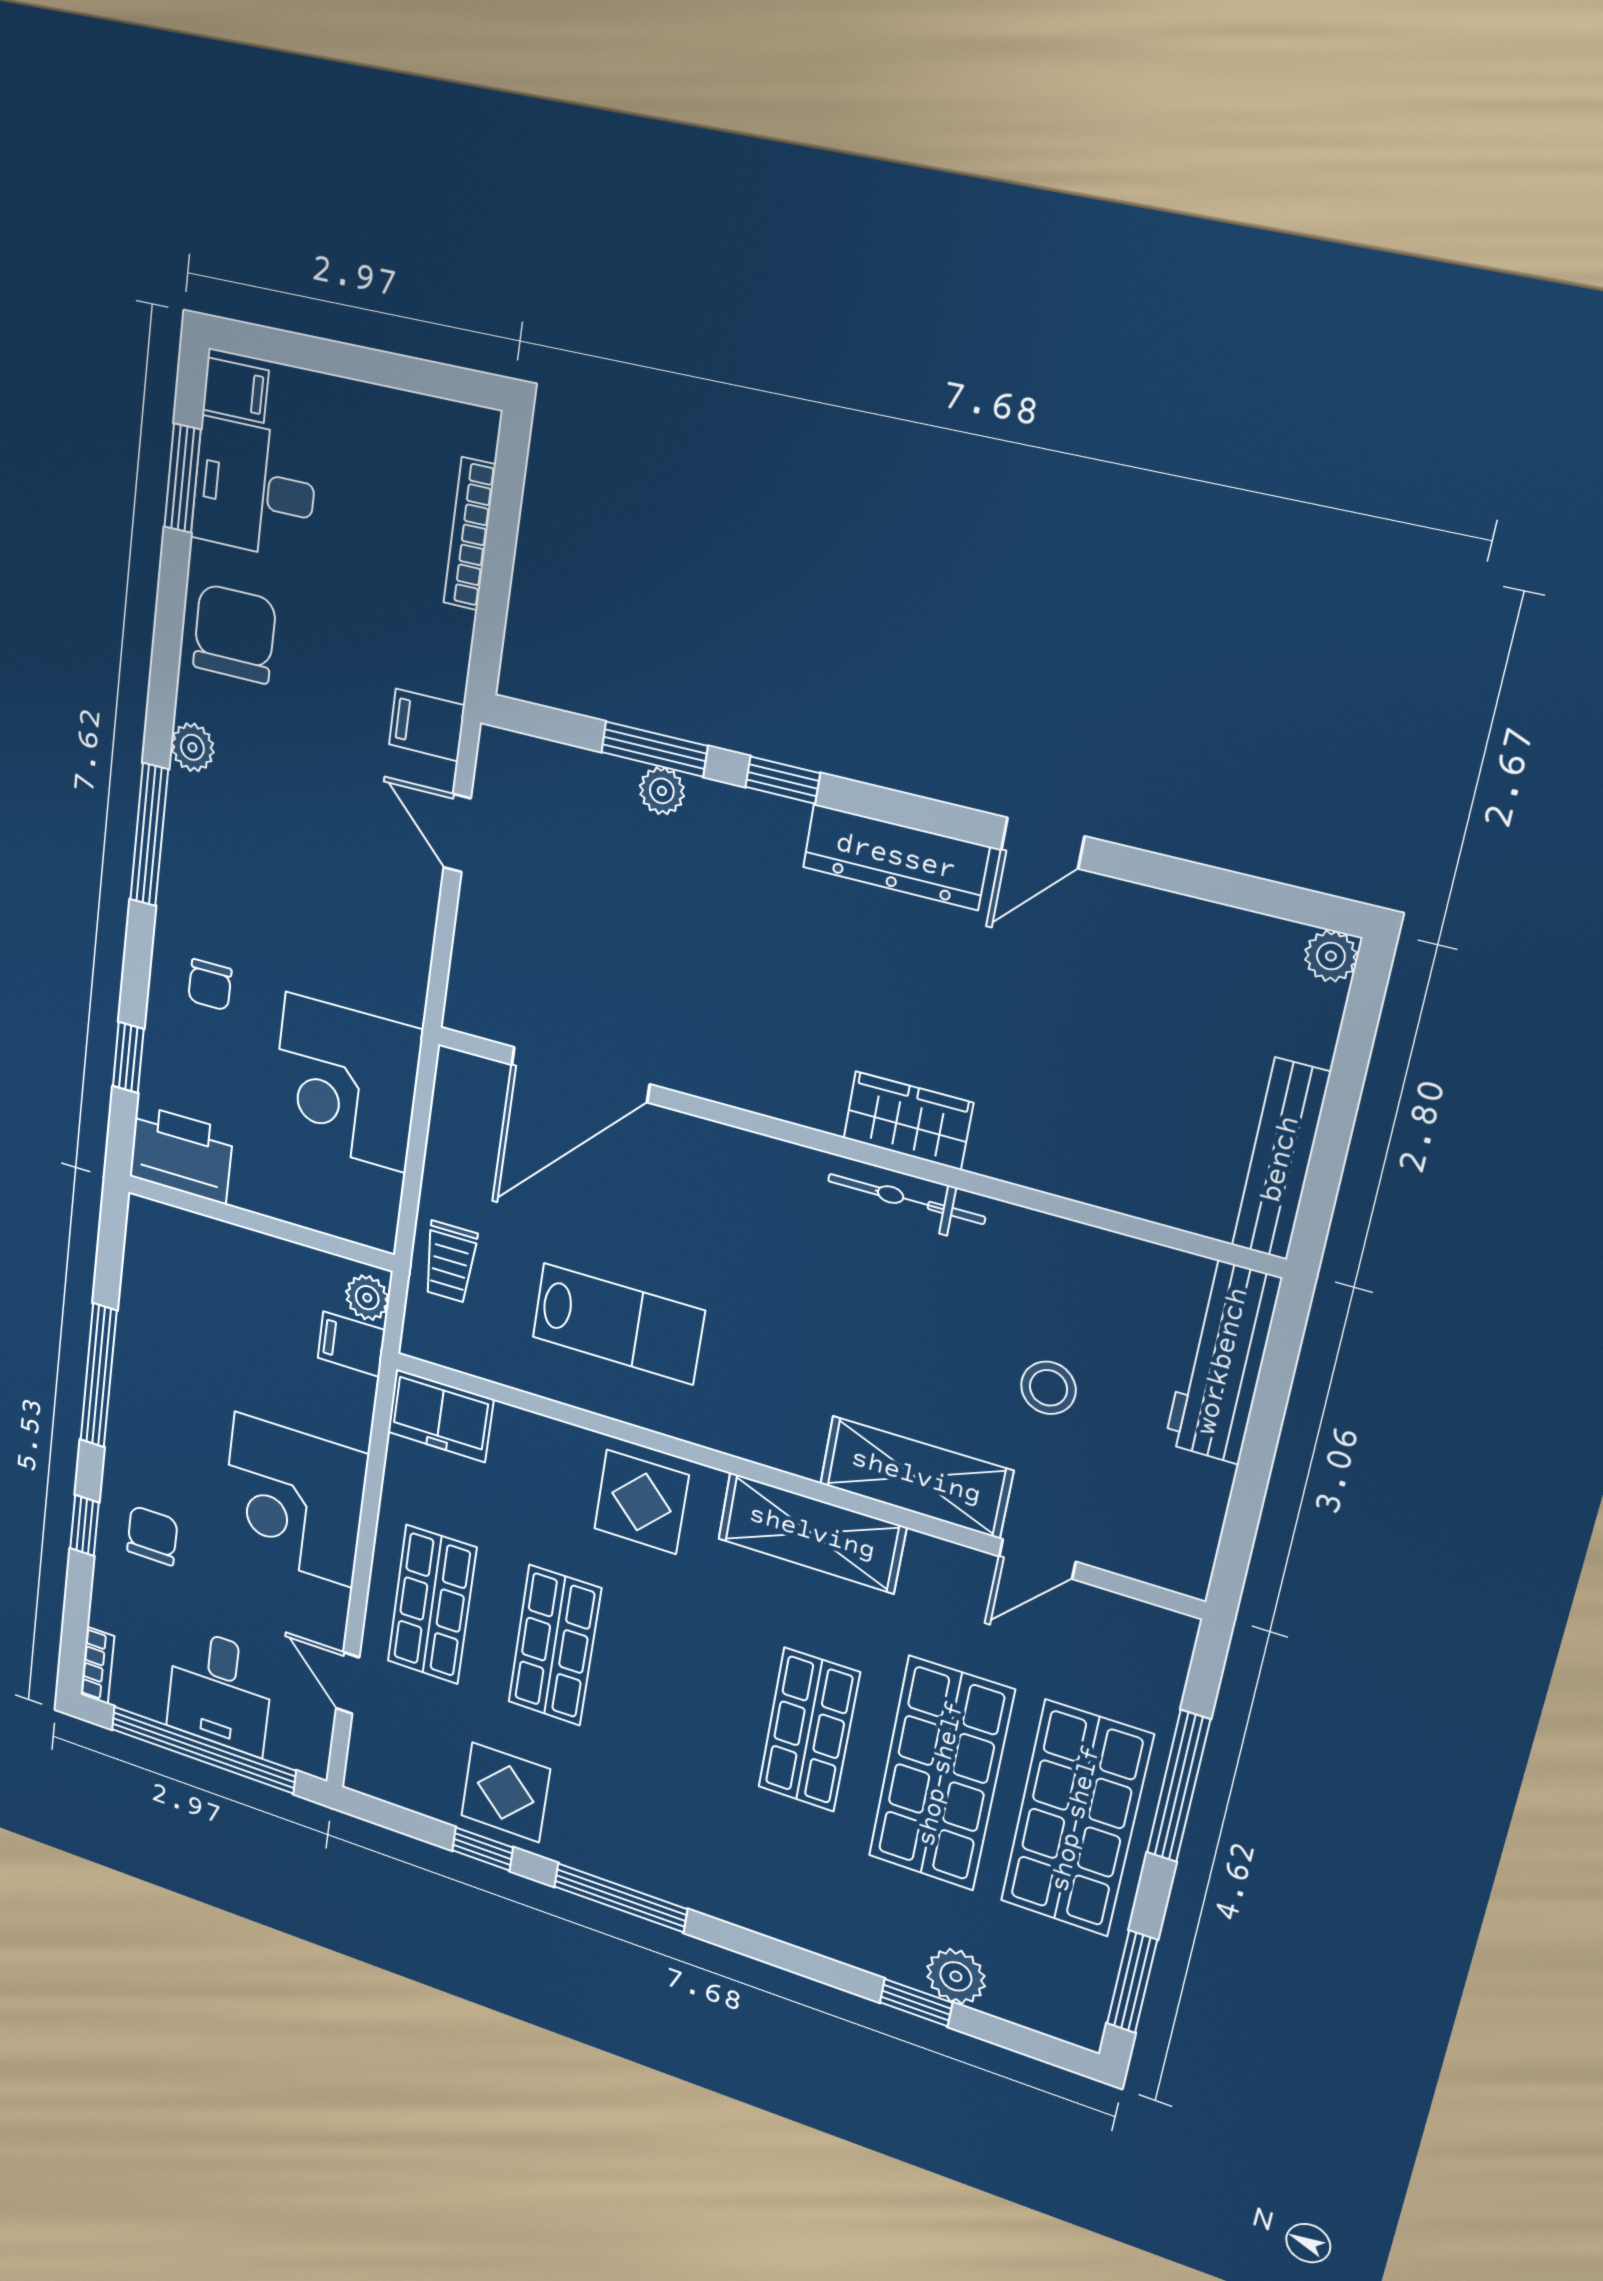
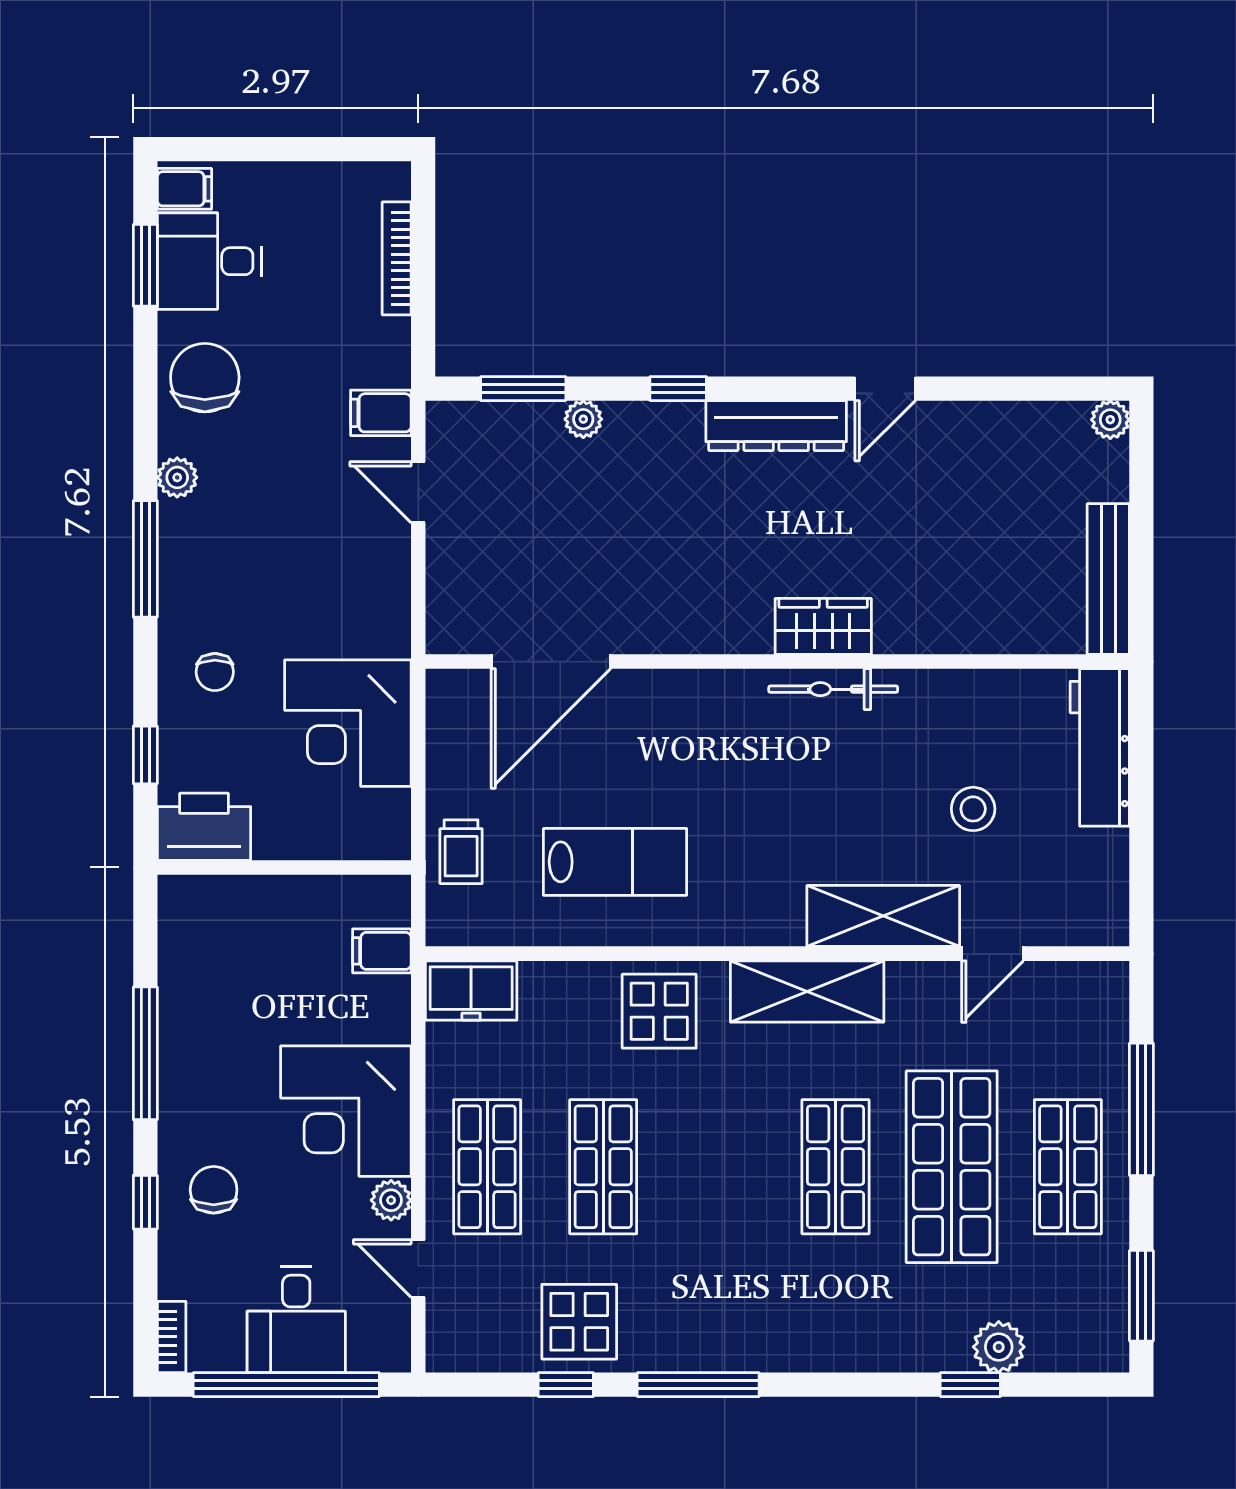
window: (654, 749) -> (523, 389), moved
plant: (367, 1298) -> (391, 1200), moved
shop shelf: (1076, 1819) -> (1068, 1167), width x0.70, depth x0.74

